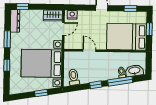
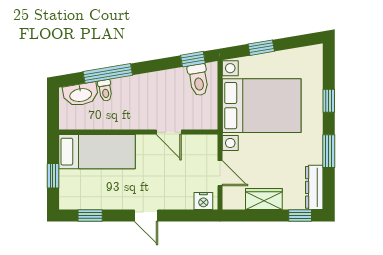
wardrobe: (53, 15) -> (264, 199), moved
door: (63, 29) -> (220, 173), swing flipped
bed: (126, 37) -> (97, 152), width x0.67
window: (96, 85) -> (193, 59), moved

